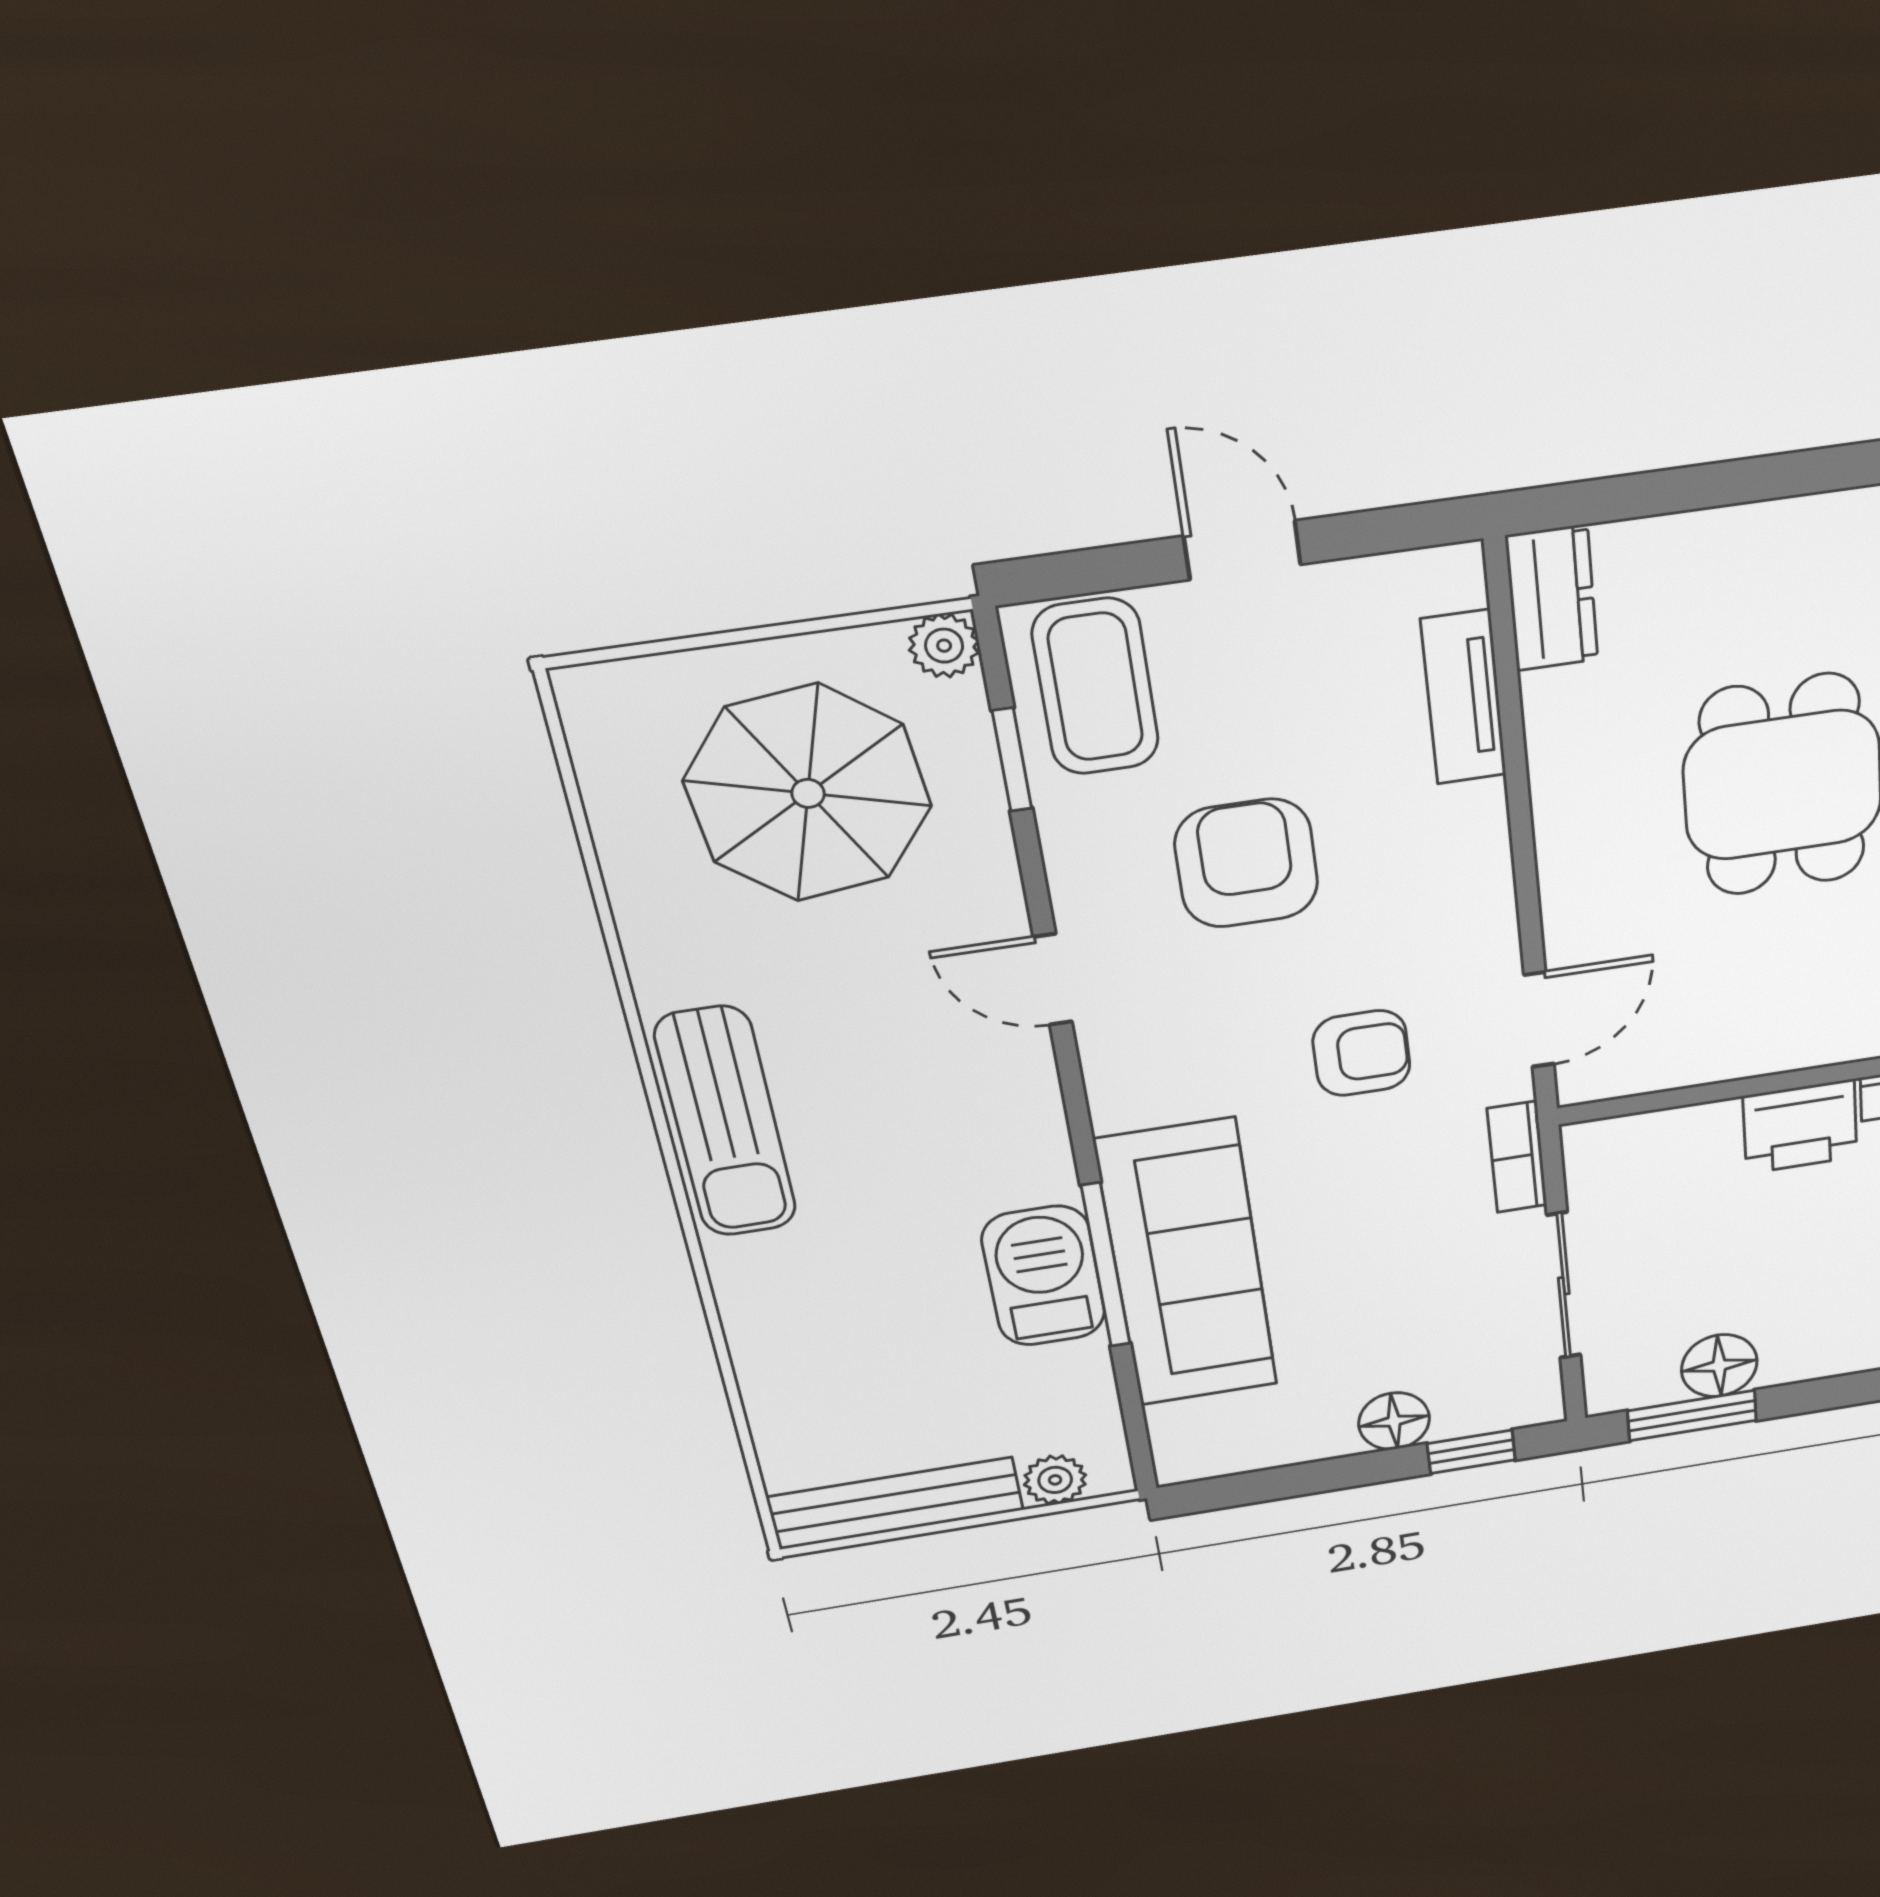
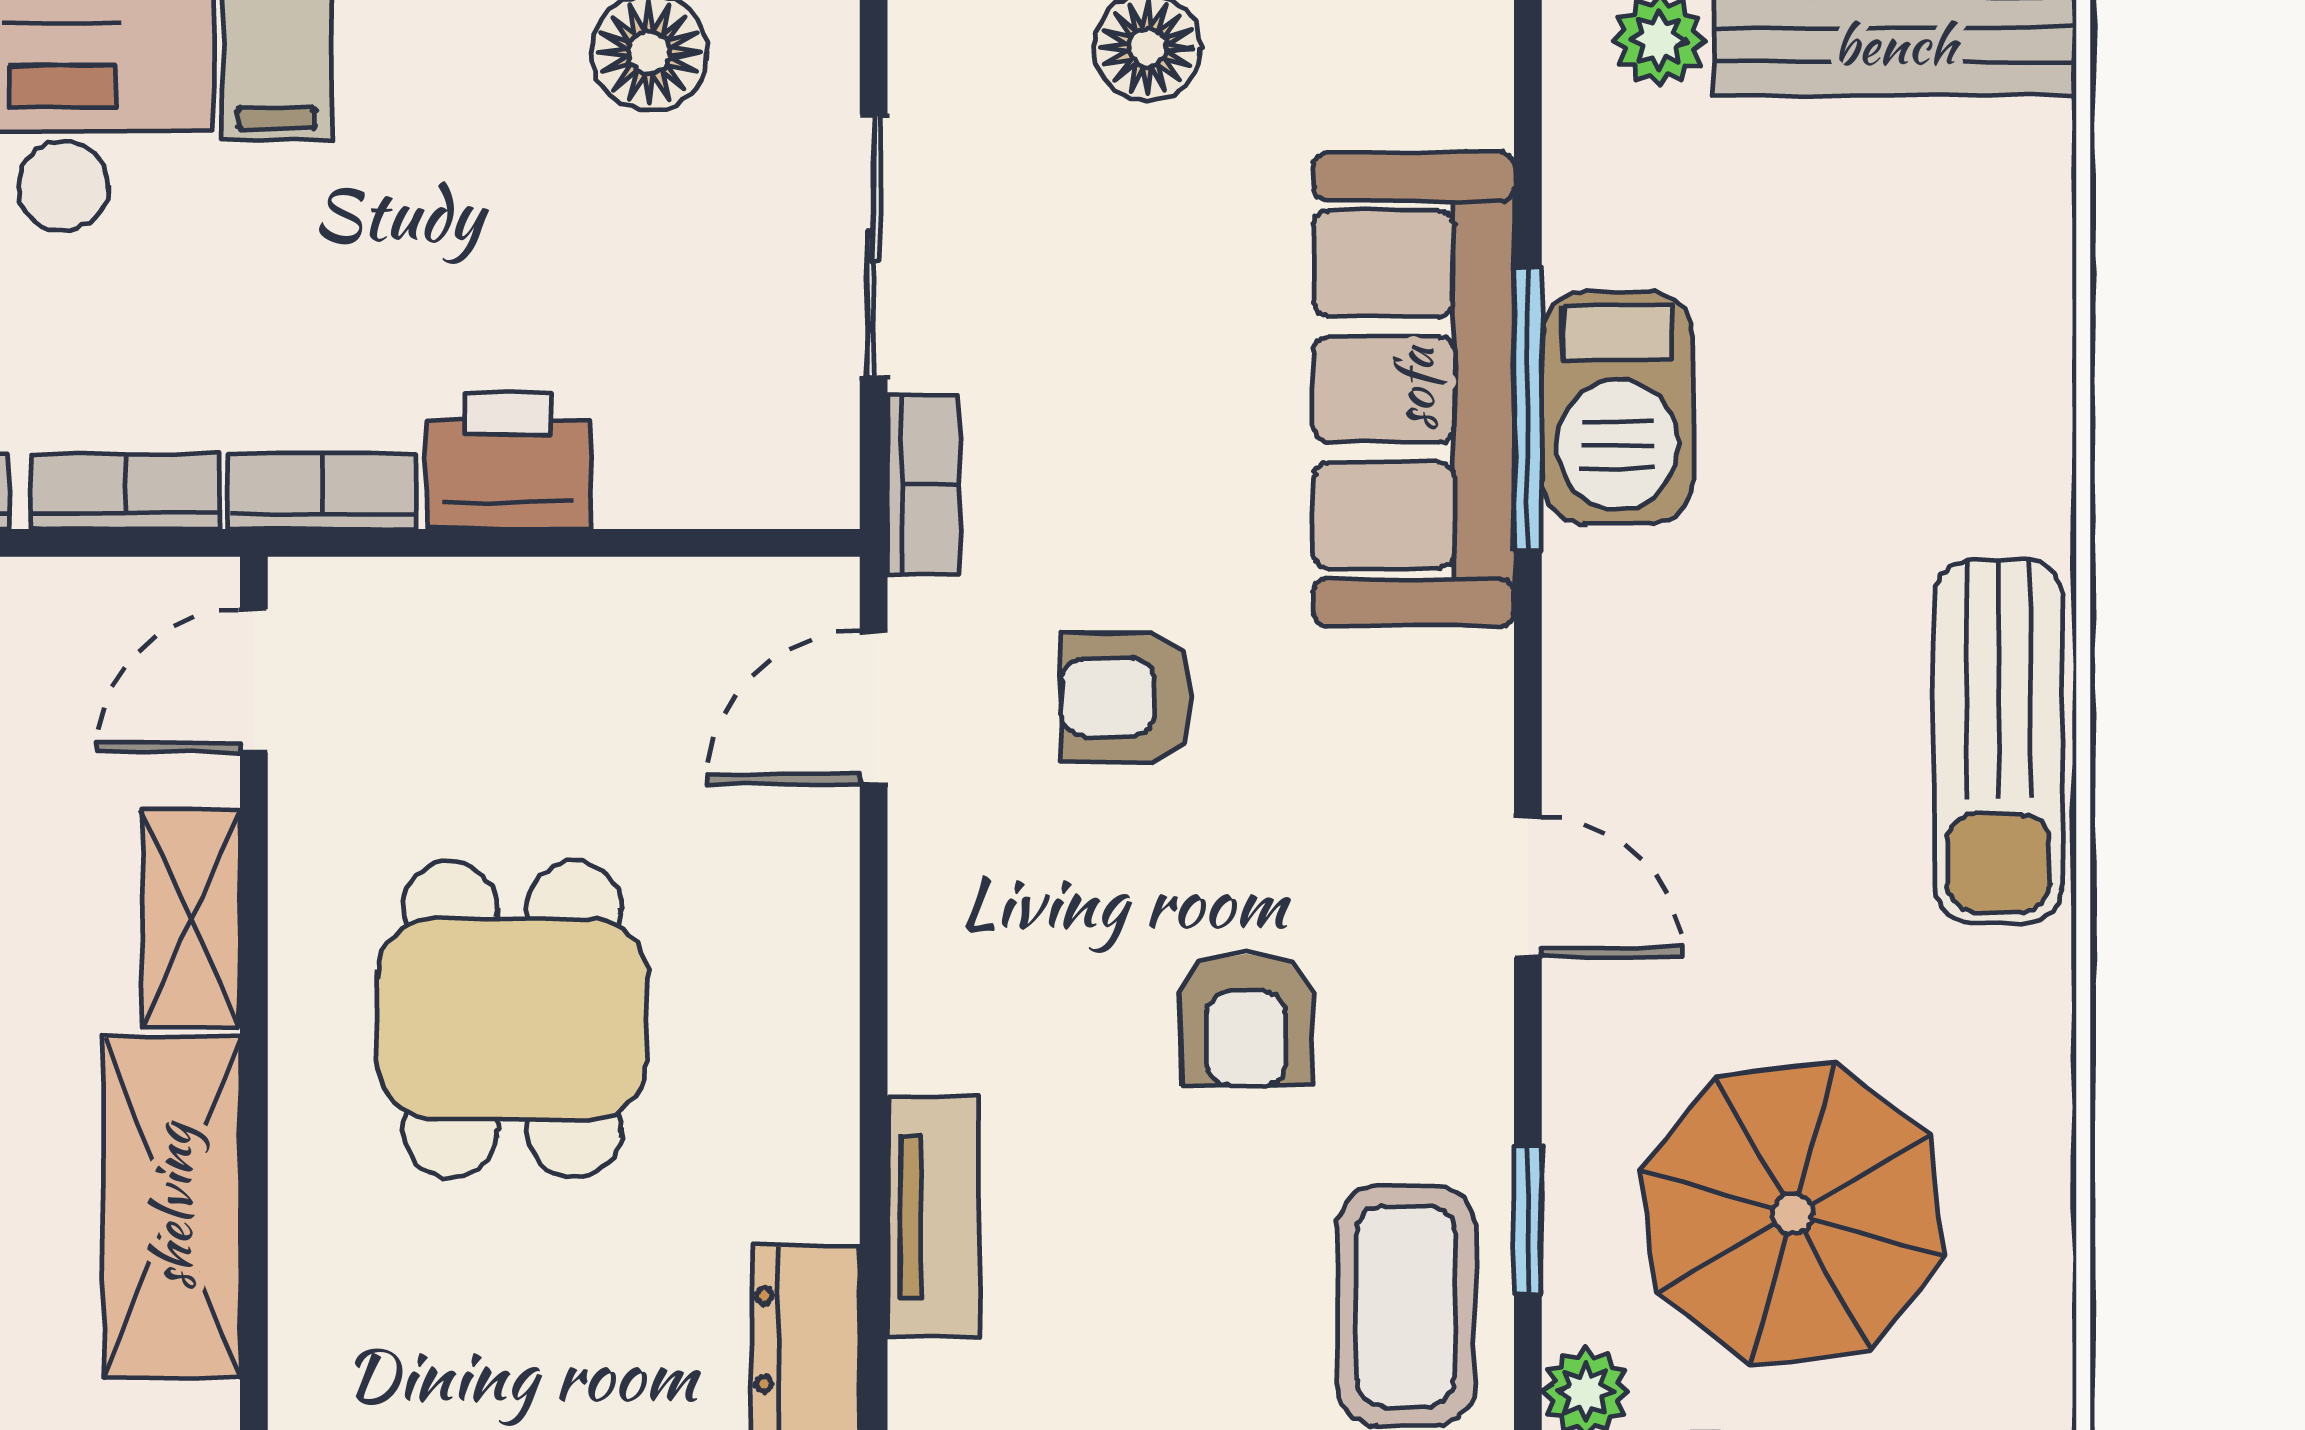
armchair: (1246, 863) -> (1247, 1020), width x0.72, depth x0.72
sun lounger: (726, 1122) -> (1998, 741), turned 180

